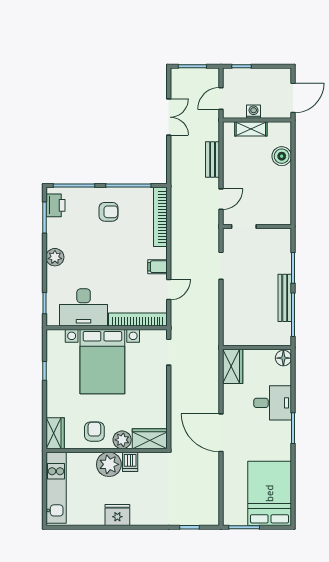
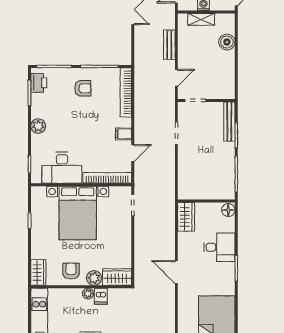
bench: (285, 298) -> (229, 121), moved
door: (221, 433) -> (176, 272), width x0.73
plant: (109, 464) -> (88, 294), width x0.53, depth x0.53

